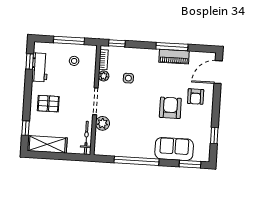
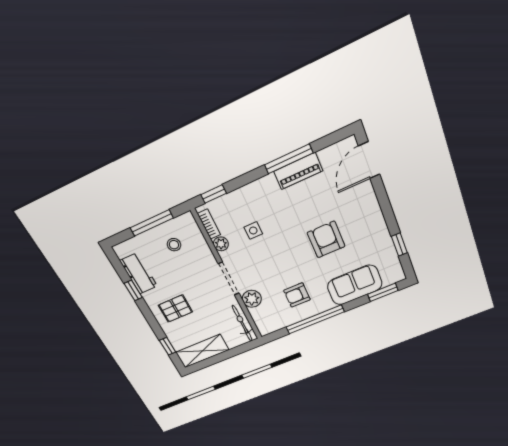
window: (30, 61) -> (133, 290), moved
armchair: (196, 96) -> (297, 295), moved, turned 90

